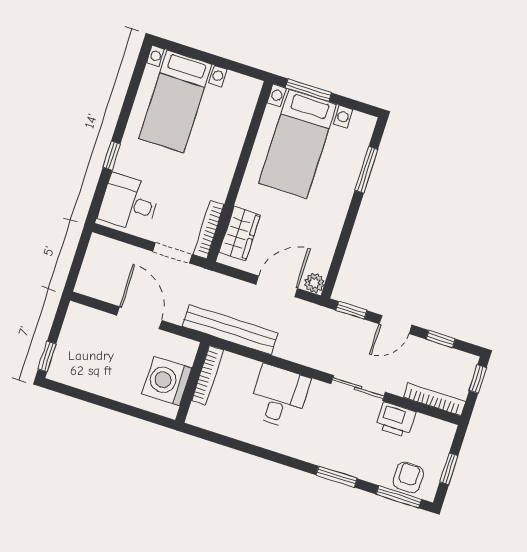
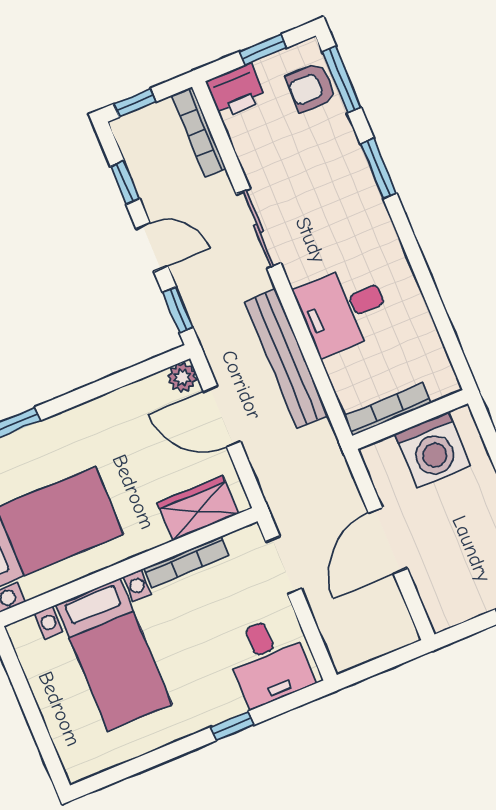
bed with nightstands: (175, 101) -> (114, 655), moved, turned 90
bookcase: (209, 230) -> (186, 562), moved
bench: (230, 330) -> (286, 359), moved
printer: (396, 420) -> (236, 91), moved, turned 90

